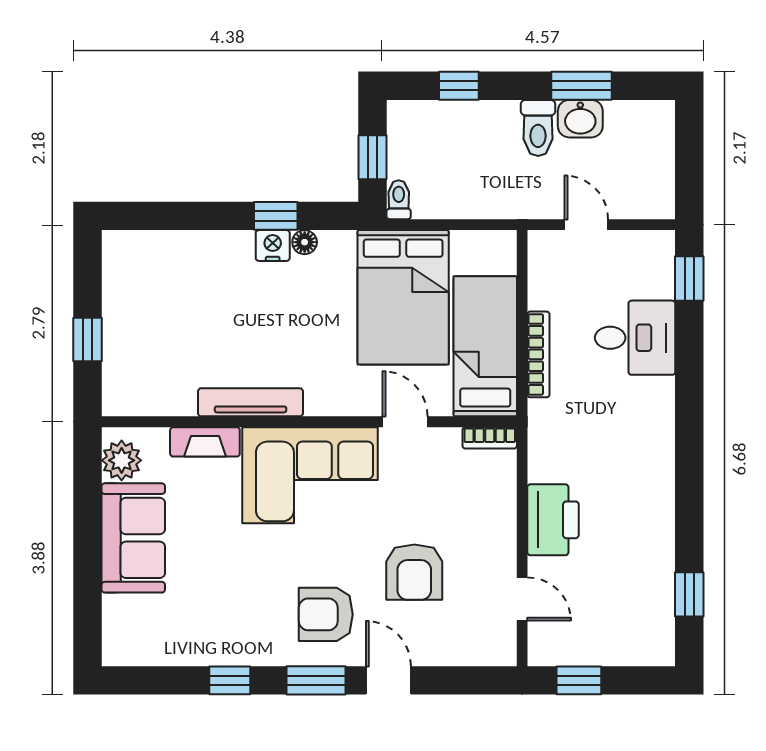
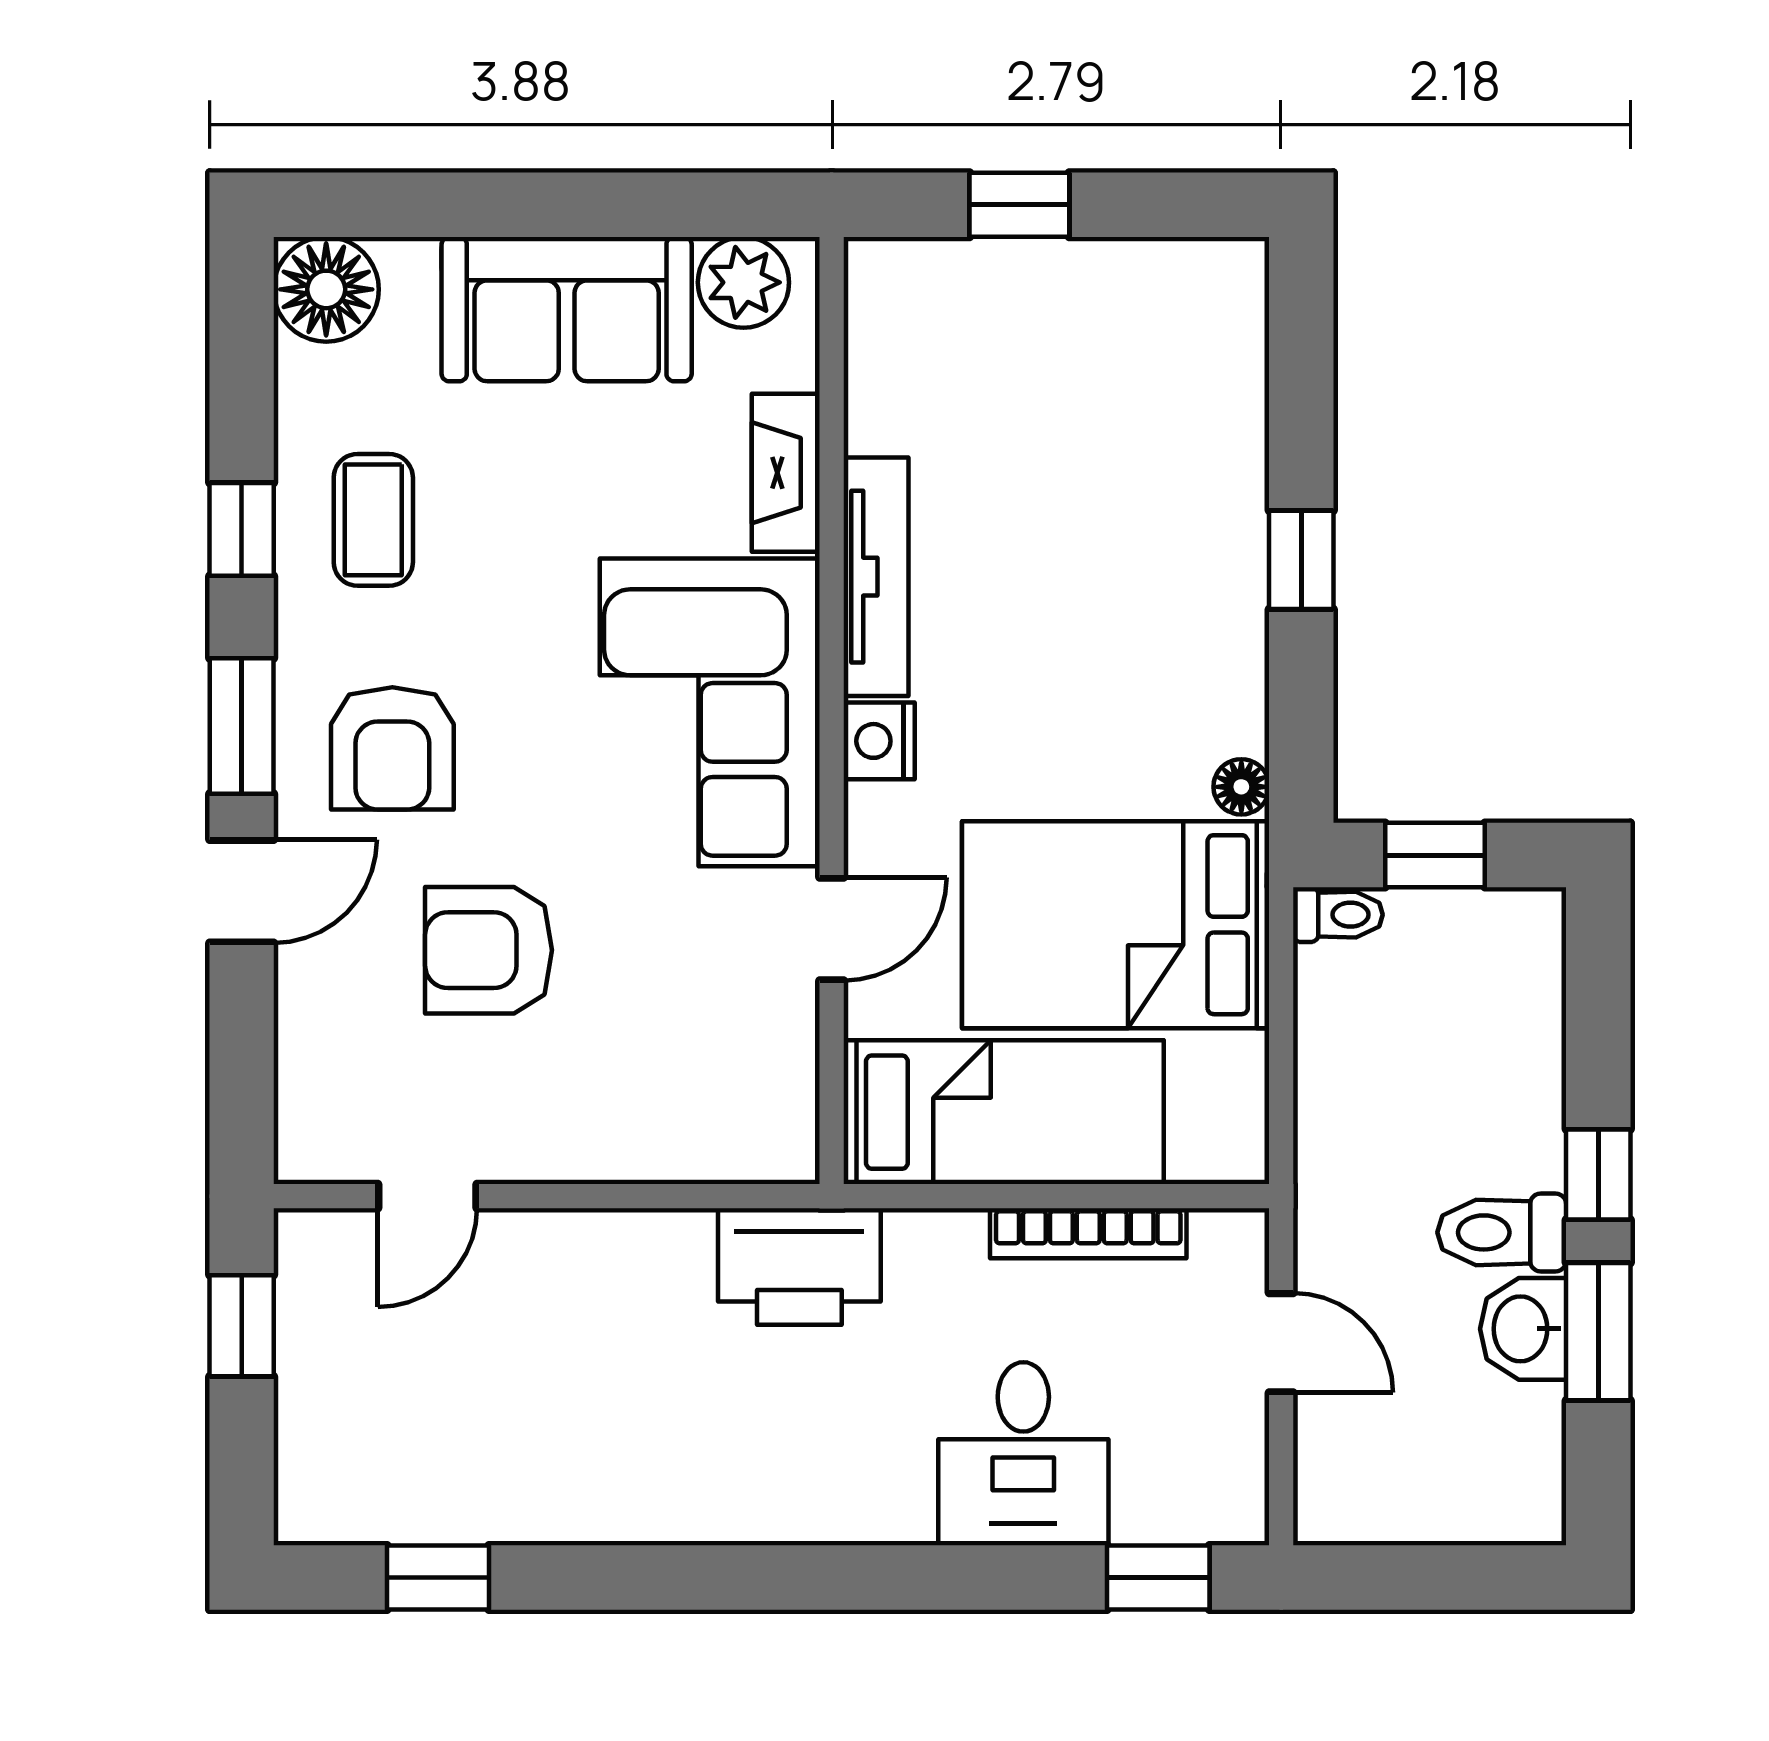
window: (459, 86) -> (1598, 1174), moved
window: (276, 216) -> (1301, 560), moved
door: (586, 225) -> (1281, 1343), hinge flipped
floor lamp: (305, 242) -> (1241, 787), moved
nightstand: (273, 245) -> (879, 741), moved, turned 180
bookcase: (538, 354) -> (1088, 1233), moved
bookcase: (490, 438) -> (795, 1122), removed
printer: (553, 520) -> (799, 1267), moved
armchair: (326, 614) -> (392, 748), turned 180
coffee table: (226, 623) -> (373, 520), added
floor lamp: (125, 643) -> (326, 289), added

